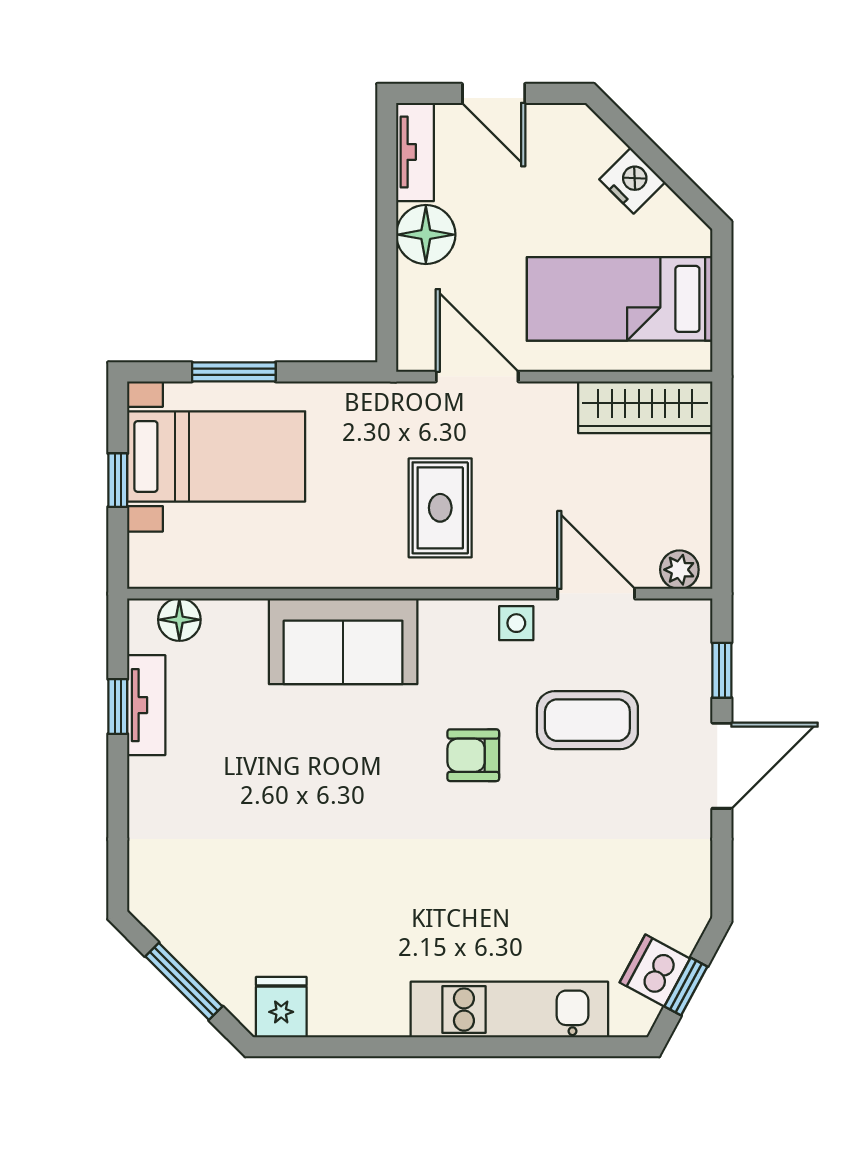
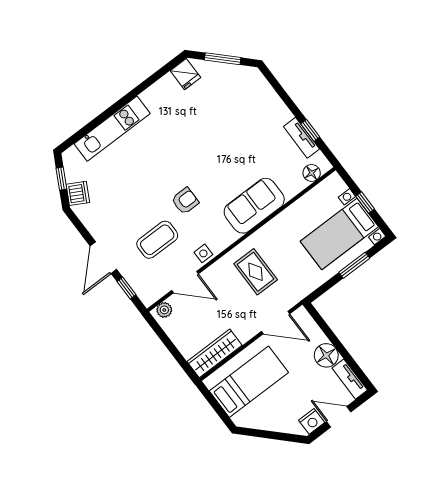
nightstand: (632, 181) -> (312, 421), moved, turned -45
dishwasher: (655, 971) -> (78, 193), moved

